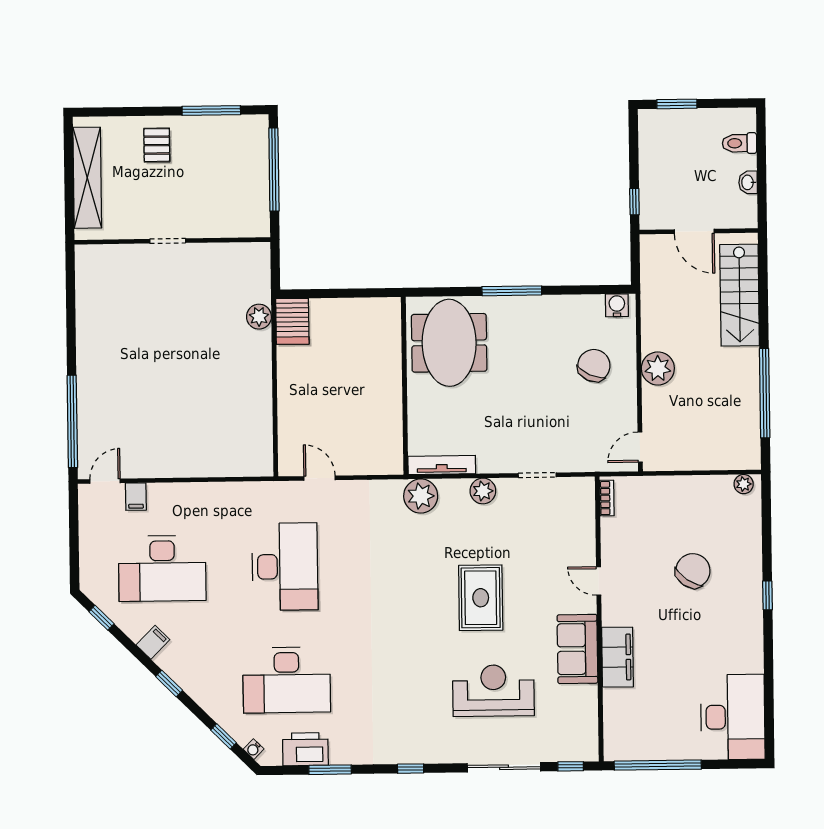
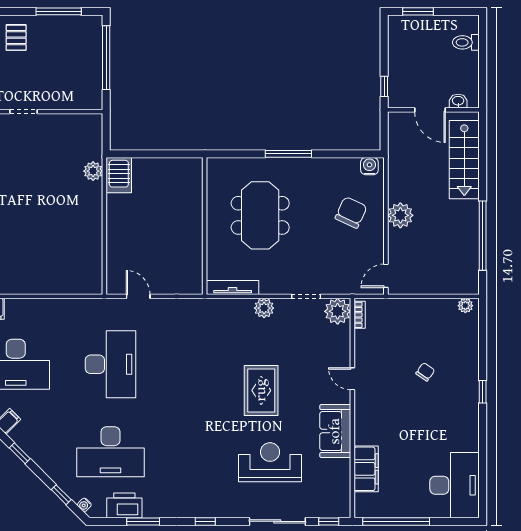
washbasin: (748, 182) -> (458, 101), moved, turned 90
meeting table: (449, 343) -> (260, 215), moved
plant: (421, 496) -> (338, 311), moved
chair: (693, 571) -> (425, 372), width x0.54, depth x0.54
filing cabinet: (618, 657) -> (366, 469), moved

